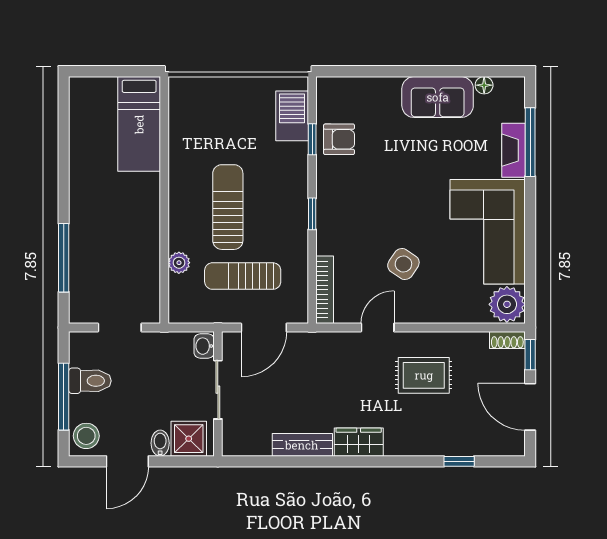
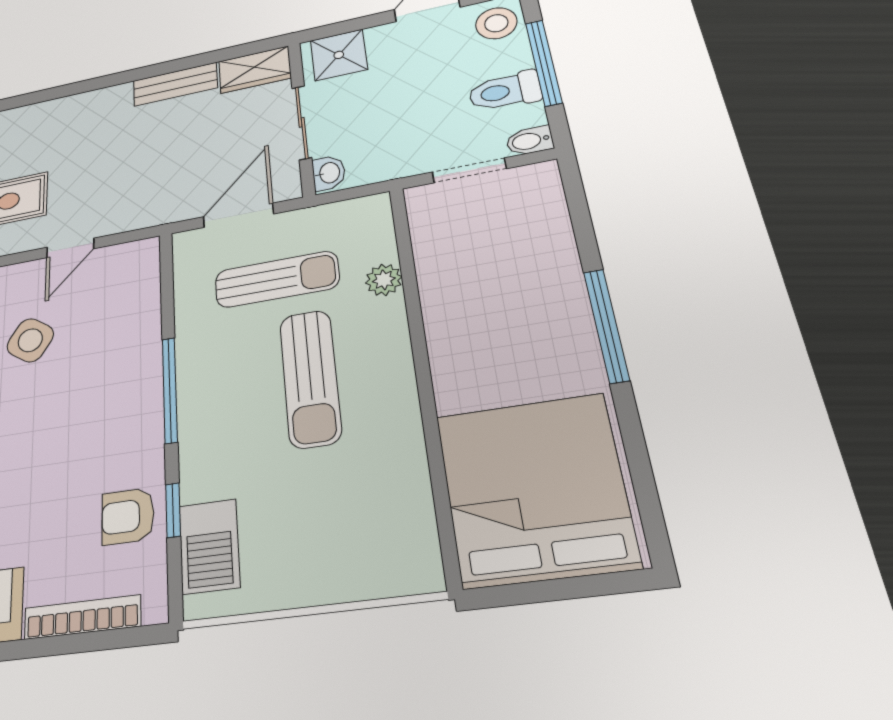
bed: (139, 124) -> (534, 489), width x2.04
window: (312, 214) -> (170, 390), width x2.17
window: (64, 258) -> (606, 325), moved
bookcase: (325, 290) -> (82, 617), moved, turned 90
wardrobe: (359, 442) -> (255, 70), moved
bidet: (160, 443) -> (530, 141), moved, turned 90

